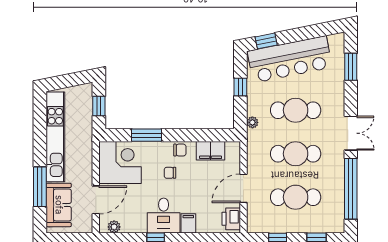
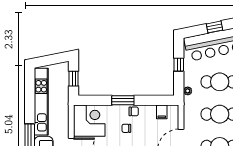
window: (266, 41) -> (215, 27), moved
window: (147, 135) -> (123, 100), moved
filing cabinet: (211, 151) -> (162, 112), width x0.50

